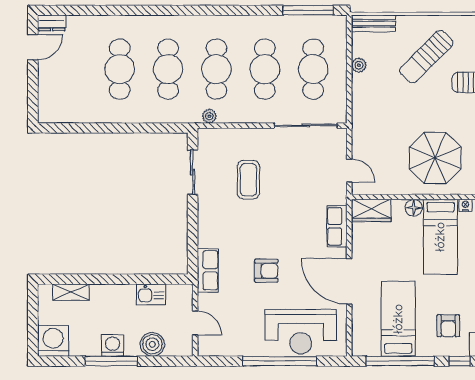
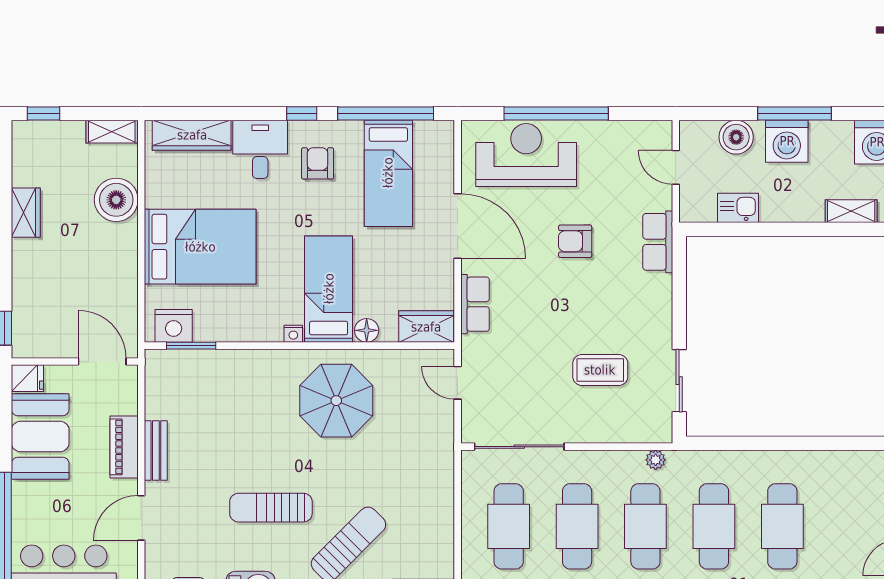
plant: (359, 65) -> (444, 532), removed
coffee table: (248, 180) -> (600, 370), turned 90
washing machine: (112, 345) -> (787, 141), width x1.37, depth x1.37

